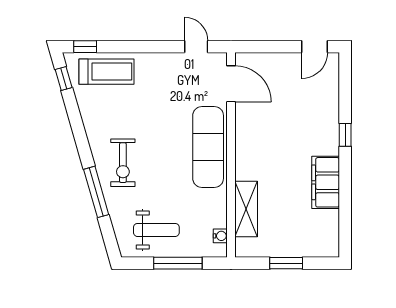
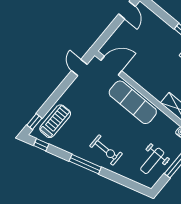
door: (196, 47) -> (79, 68), hinge flipped
window: (96, 192) -> (85, 164), moved
weight bench: (156, 230) -> (152, 161), turned 180

